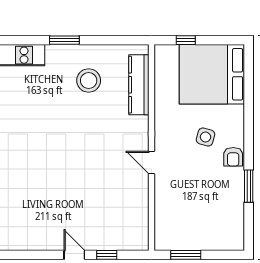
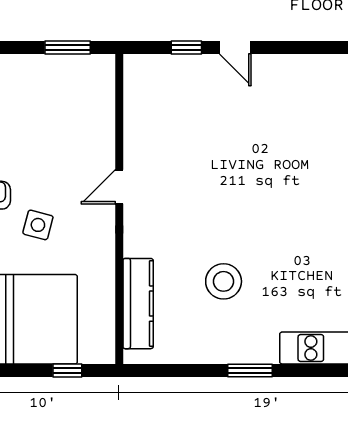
stool: (89, 81) -> (224, 281), moved
door: (151, 162) -> (119, 187), swing flipped

